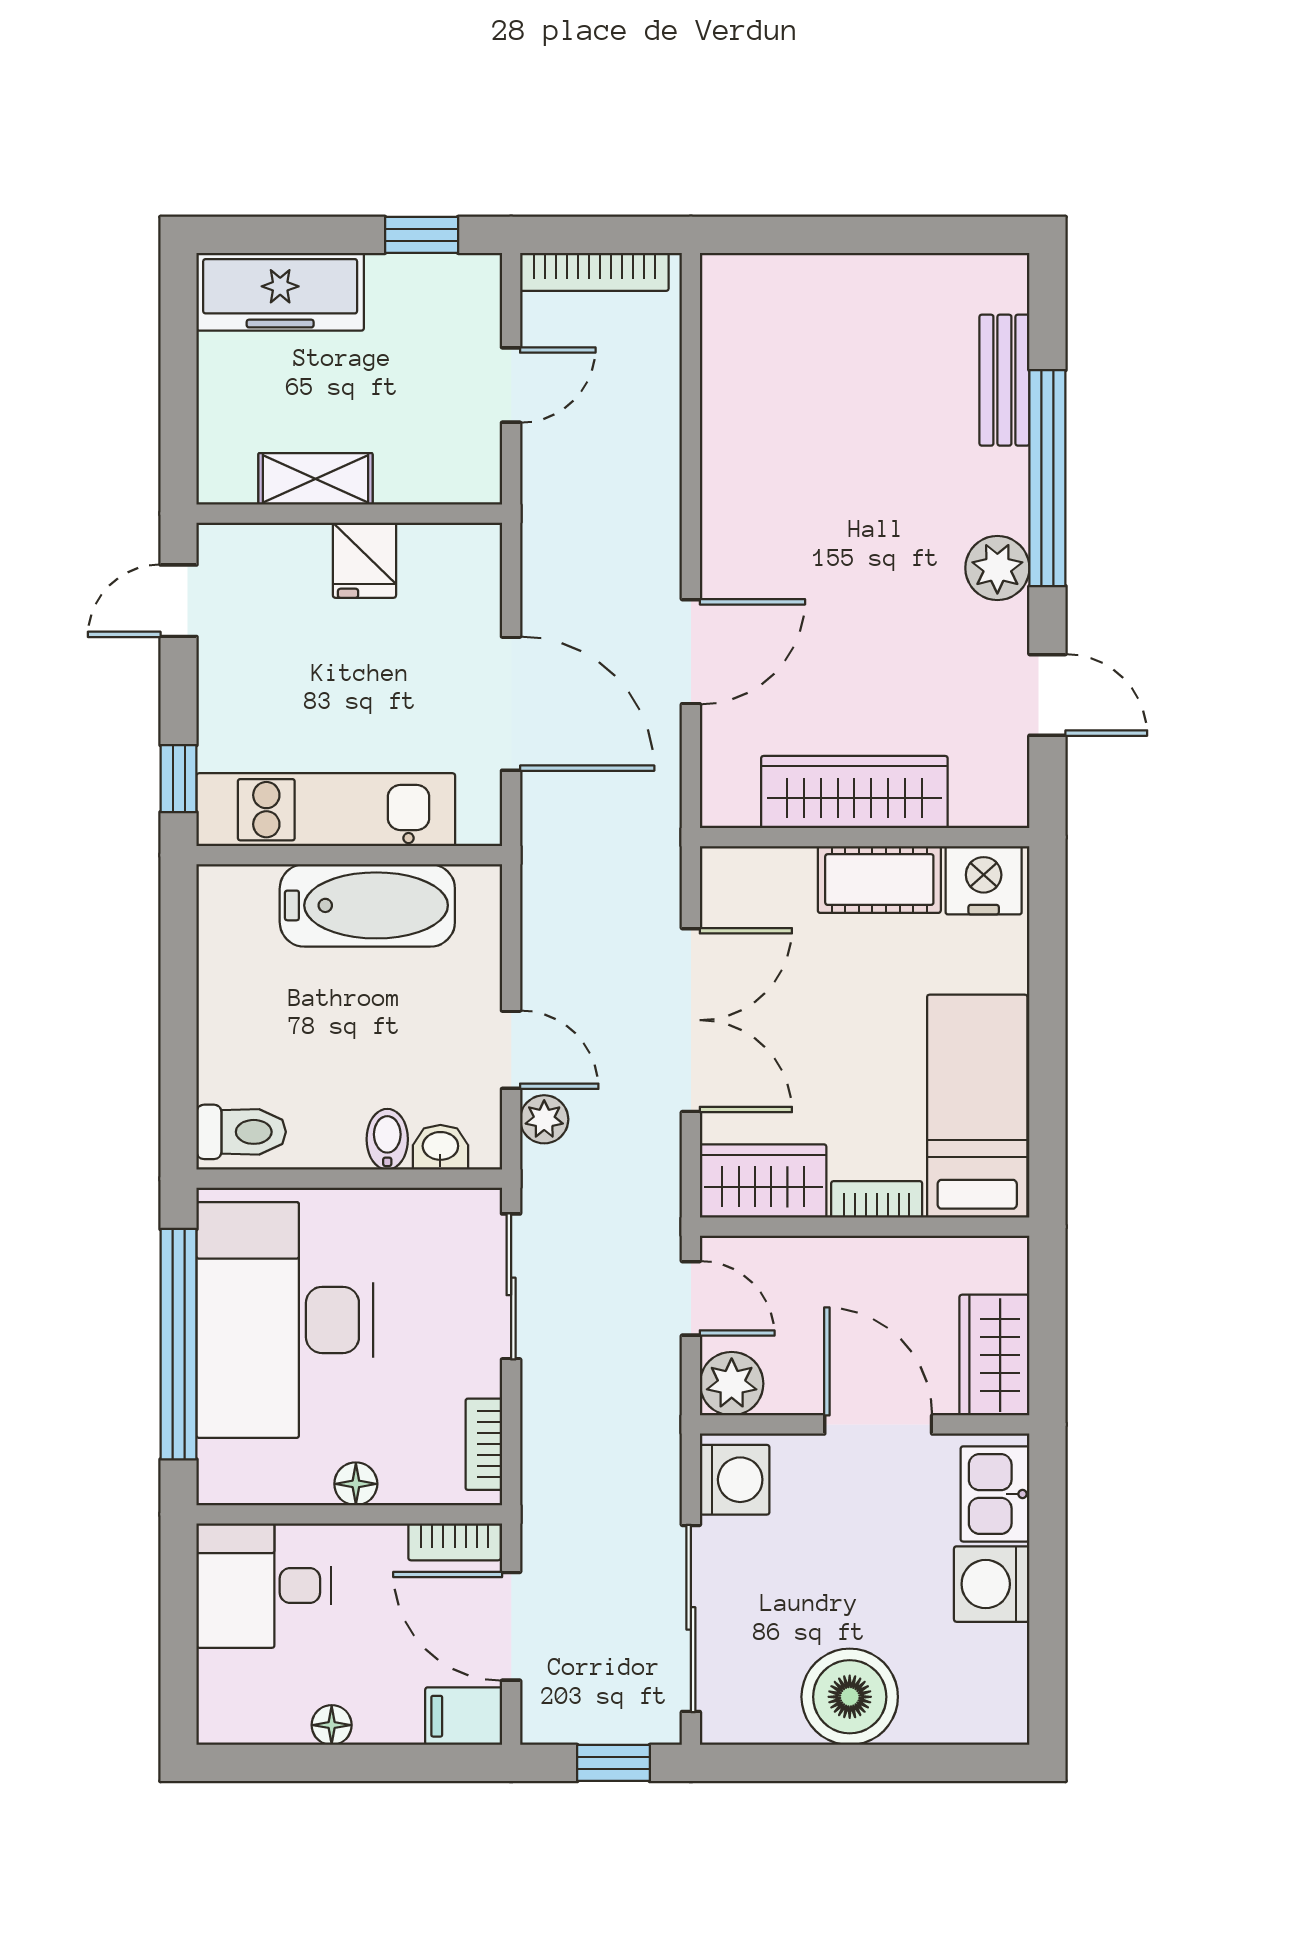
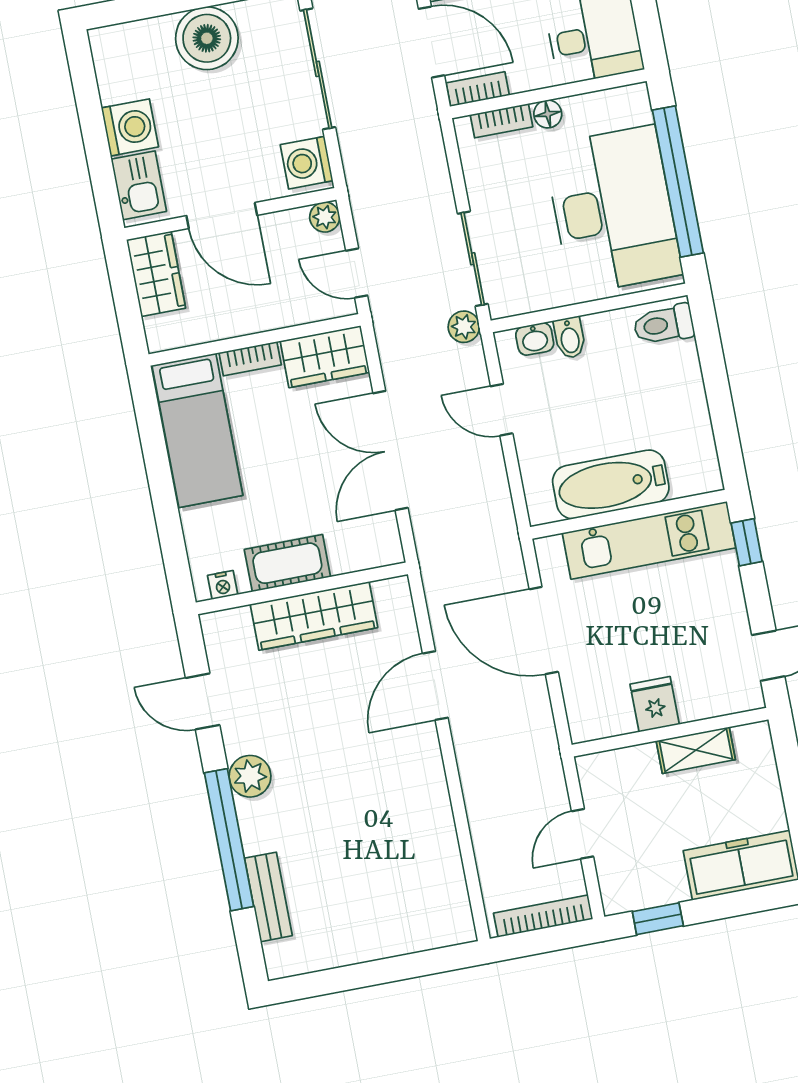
nightstand: (984, 880) -> (223, 585), width x0.53, depth x0.56
plant: (544, 1119) -> (464, 327), moved
plant: (732, 1384) -> (325, 217), width x0.73, depth x0.73
bookcase: (484, 1444) -> (502, 121), moved, turned 90

